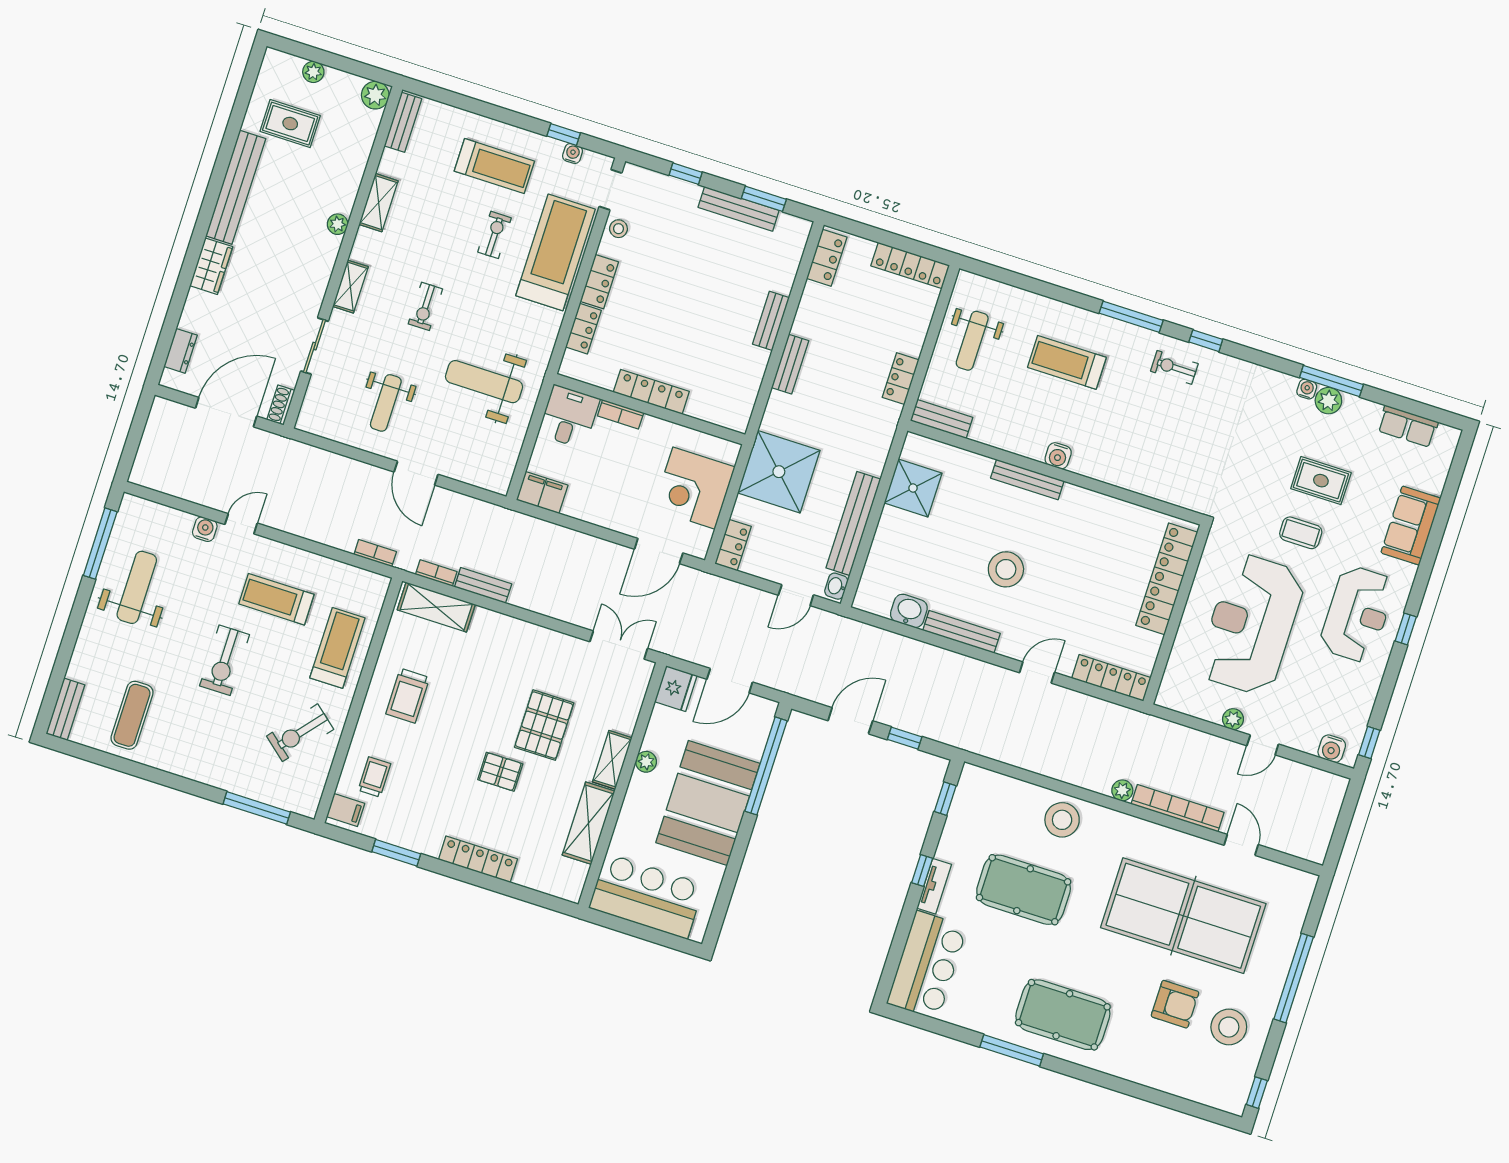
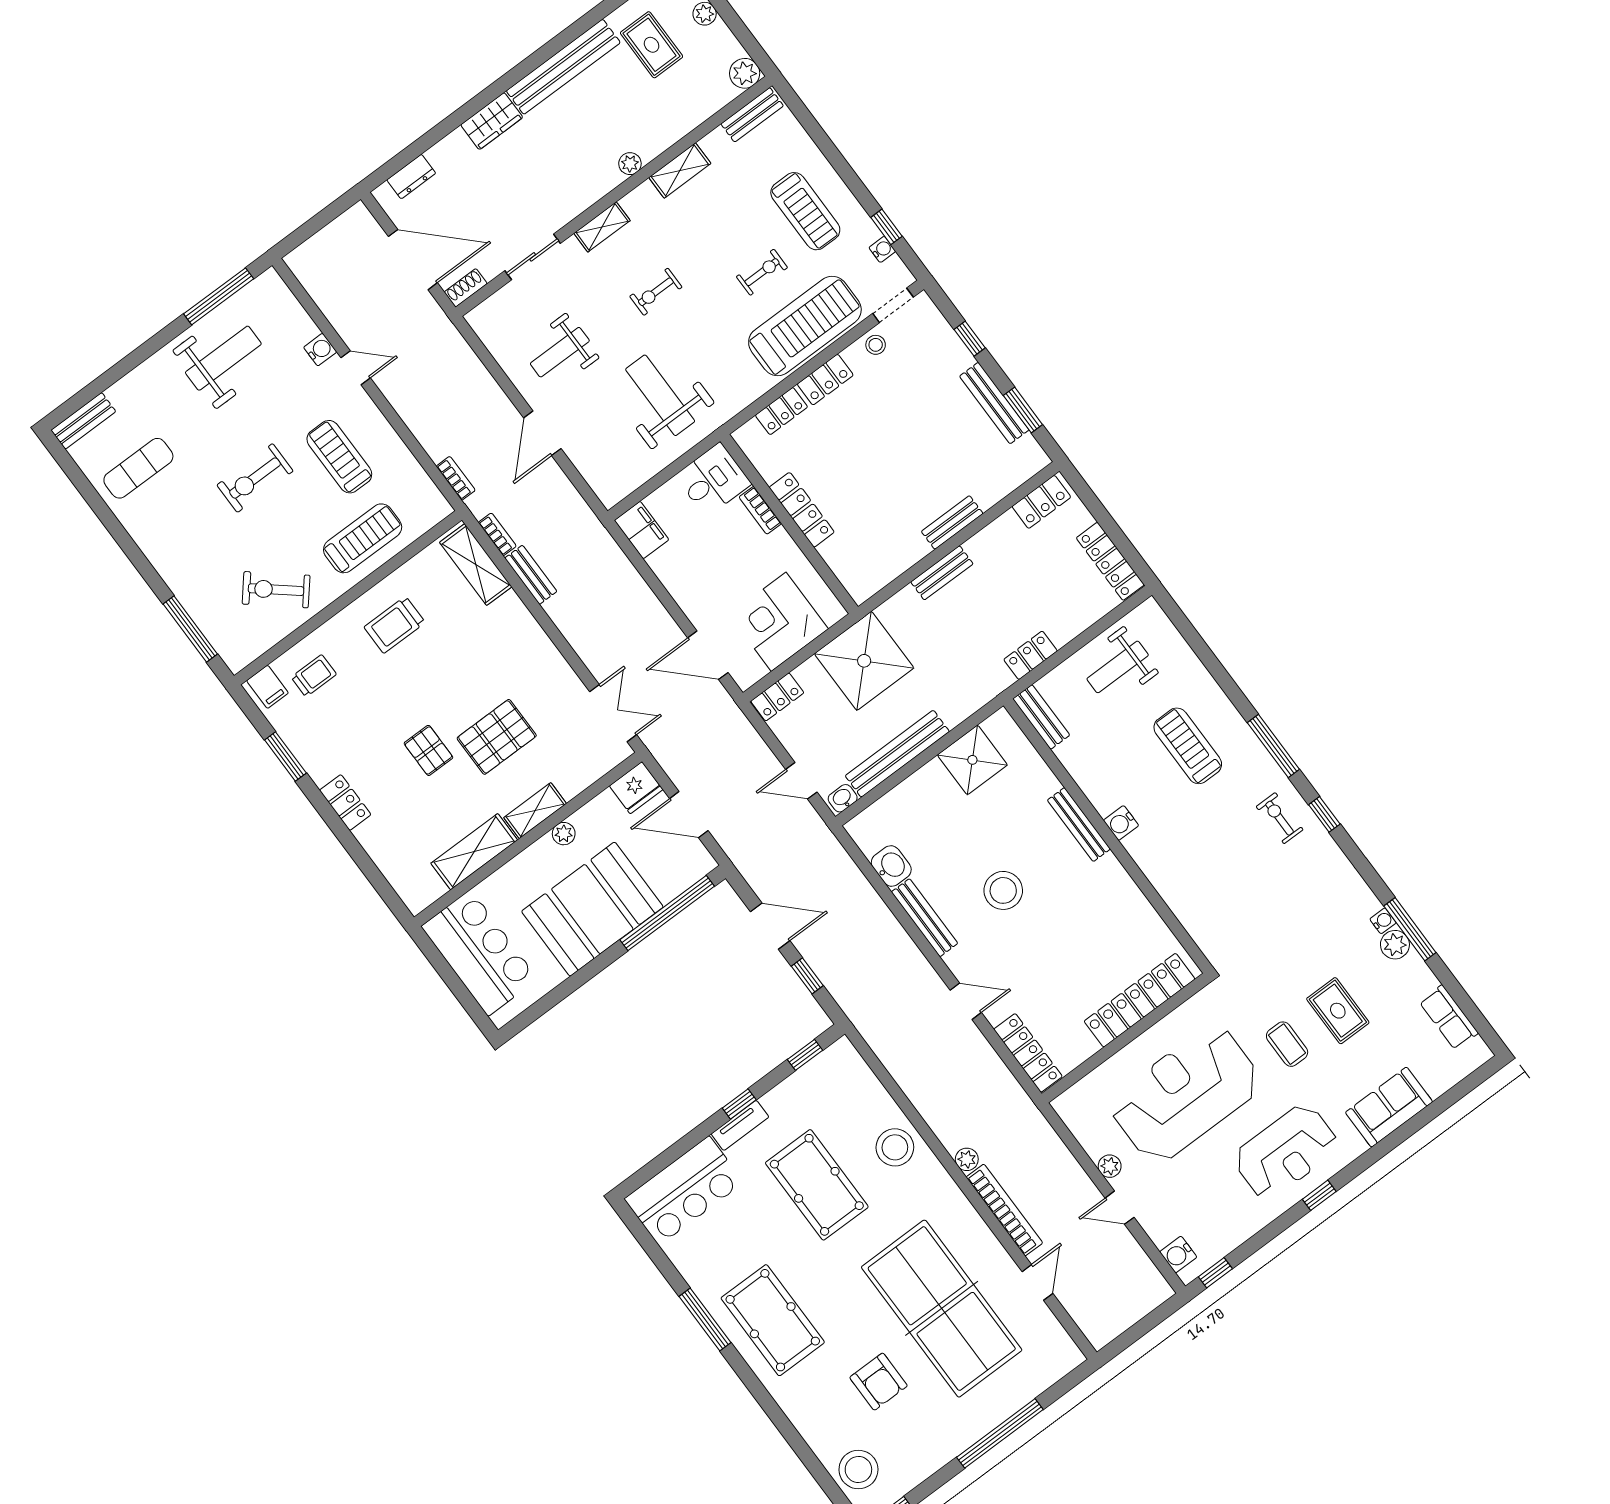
locker: (478, 859) -> (345, 802), width x0.66
stool: (1229, 1027) -> (858, 1470), moved

